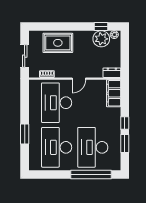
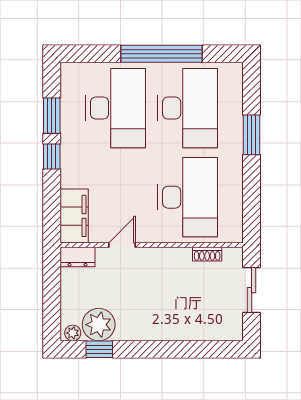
rug: (58, 43) -> (185, 317), removed
door: (79, 79) -> (122, 245), moved
window: (91, 175) -> (162, 54), moved

